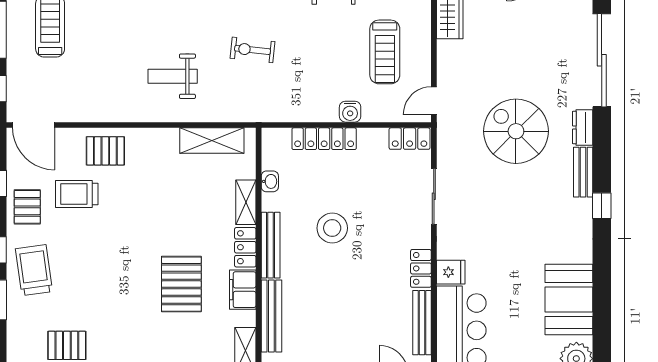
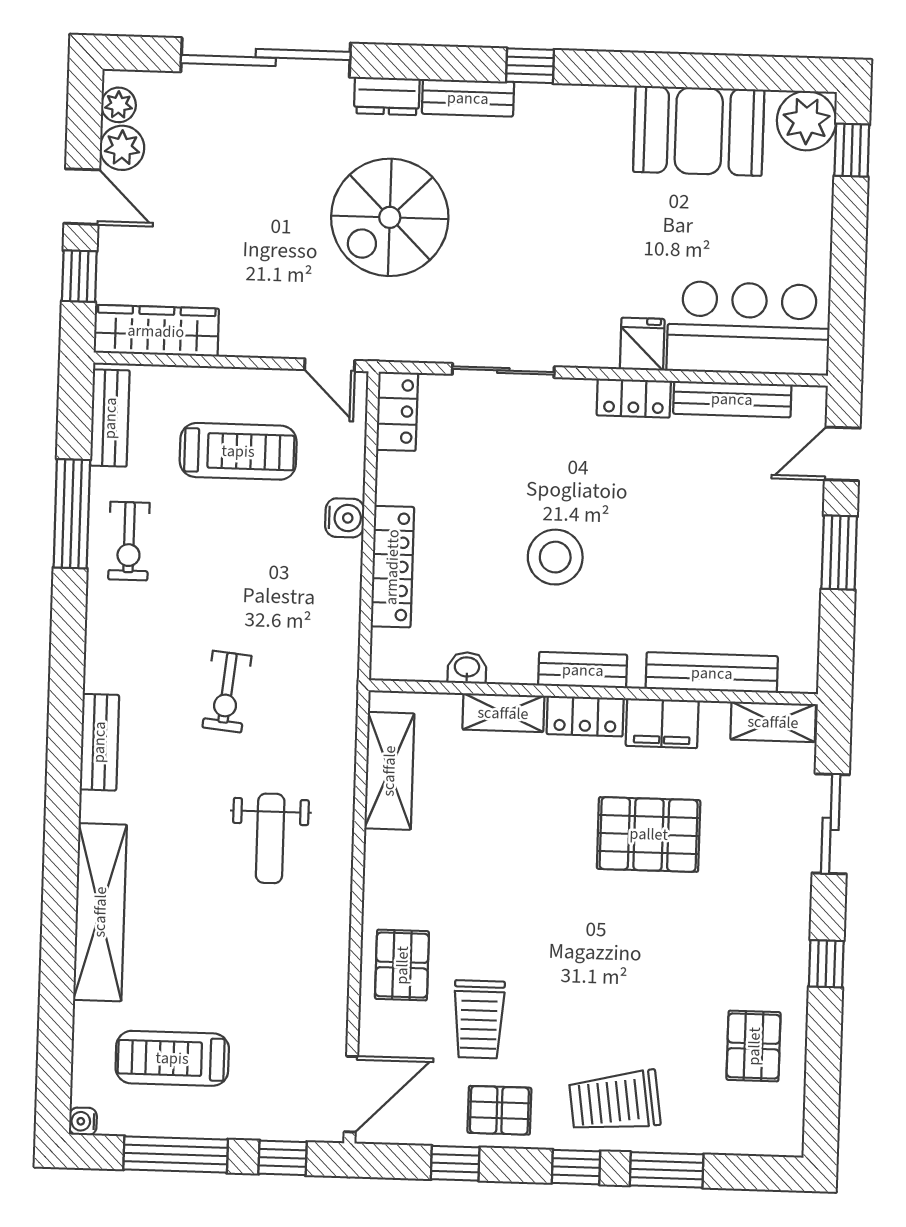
bench: (271, 245) -> (583, 670), width x0.73

